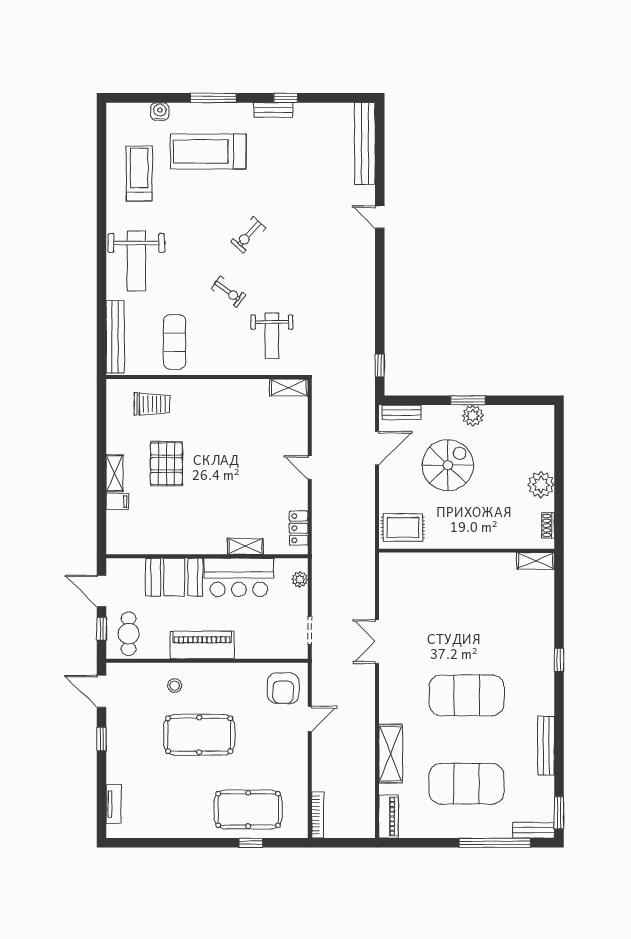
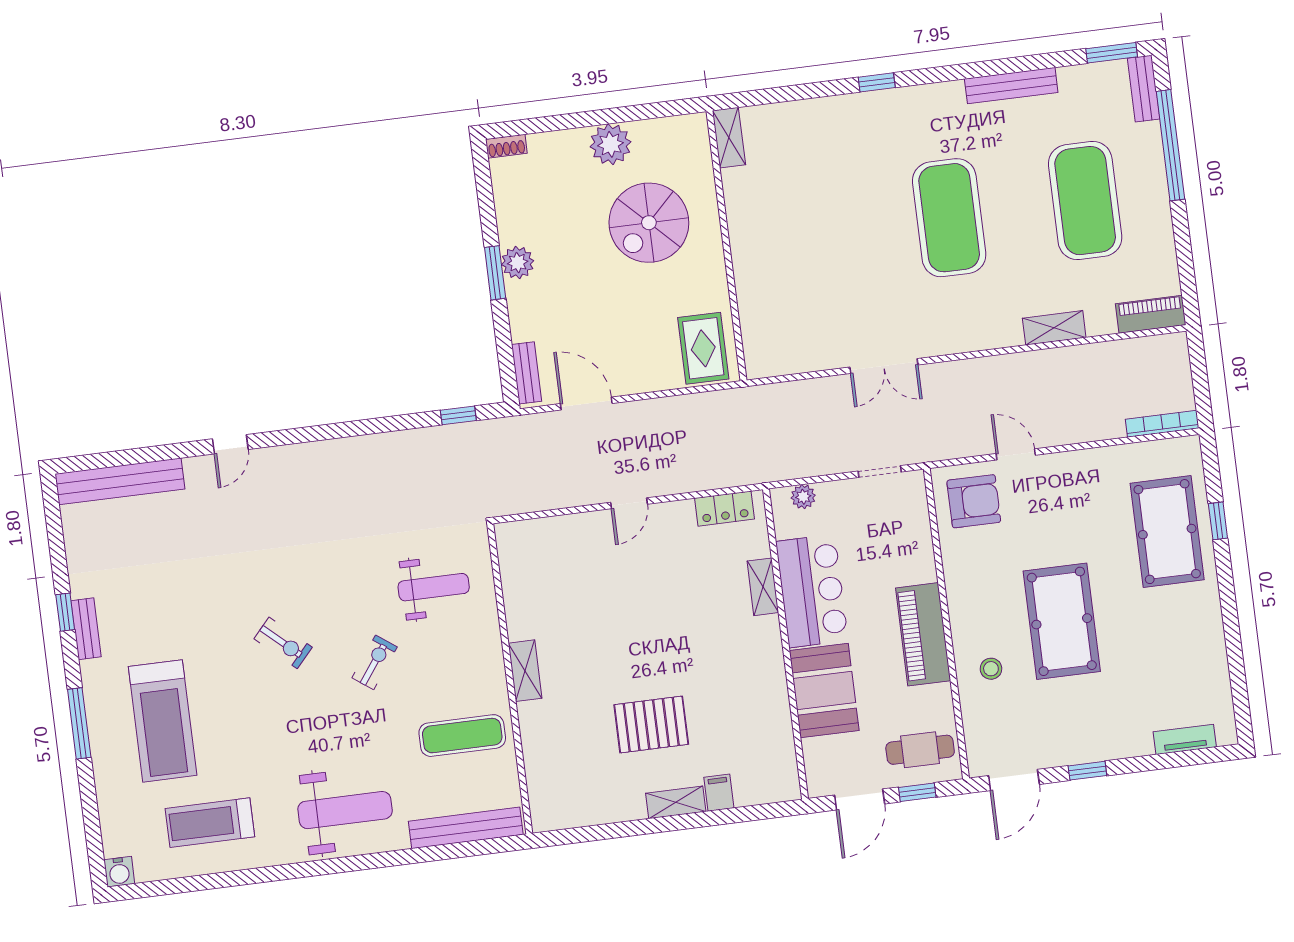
water cooler: (160, 111) -> (119, 872), moved, turned -90
shelving: (289, 387) -> (525, 671), moved
trolley: (152, 404) -> (562, 758), removed
spiral stairs: (448, 465) -> (649, 223), moved, turned -90
shoe rack: (548, 526) -> (506, 146), moved
shelving: (391, 754) -> (1054, 328), width x0.67, depth x0.75

